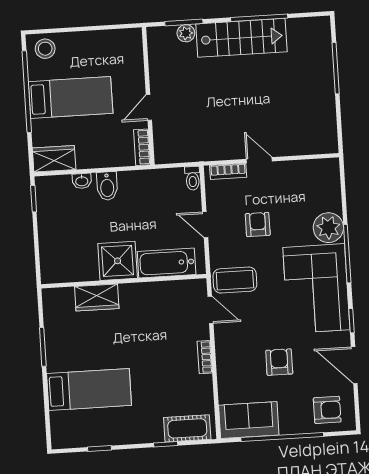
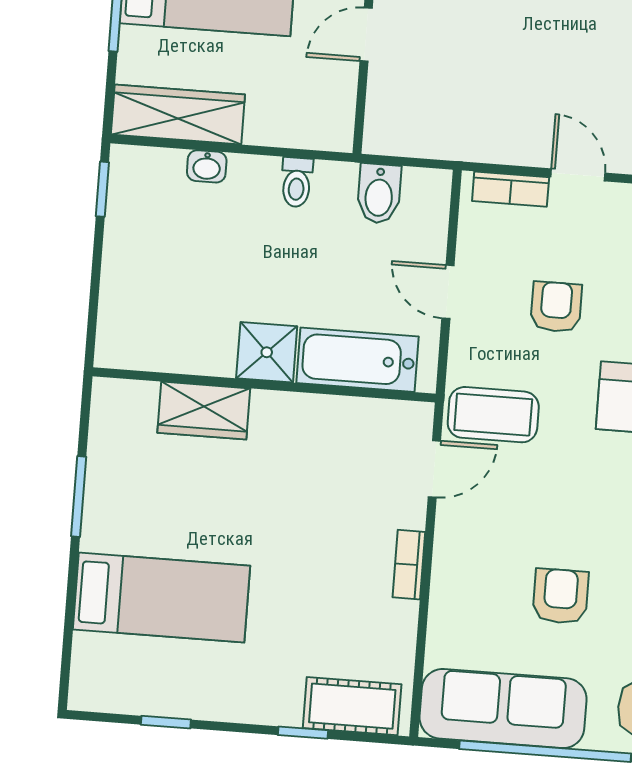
bookcase: (142, 147) -> (340, 115), removed
wardrobe: (54, 159) -> (178, 114), width x1.50
toilet: (193, 178) -> (297, 182), moved
bidet: (107, 186) -> (379, 194), moved
shower: (118, 261) -> (267, 352), width x0.73, depth x0.73
door: (211, 310) -> (434, 469), hinge flipped
sofa: (249, 420) -> (503, 708), width x1.36

